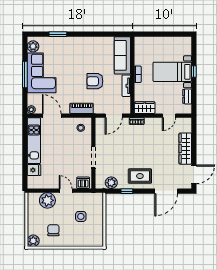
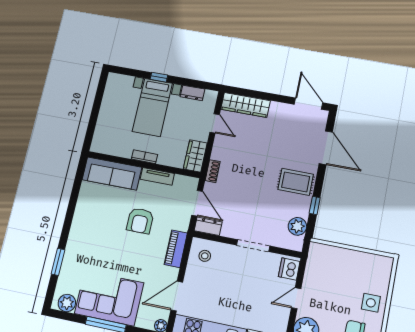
dresser: (100, 126) -> (208, 226), added
wardrobe: (185, 149) -> (245, 105), moved
rug: (140, 176) -> (296, 182), turned 90
side table: (81, 216) -> (371, 303), moved

